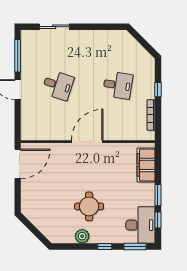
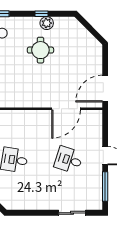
door: (87, 142) -> (66, 109), moved
window: (105, 247) -> (42, 14), moved

